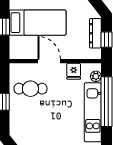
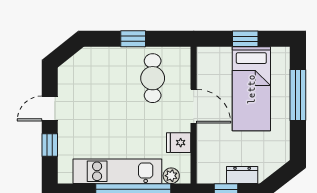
dresser: (95, 33) -> (242, 175), width x0.70
door: (49, 61) -> (194, 106), hinge flipped

